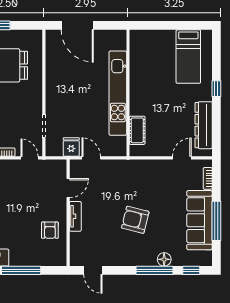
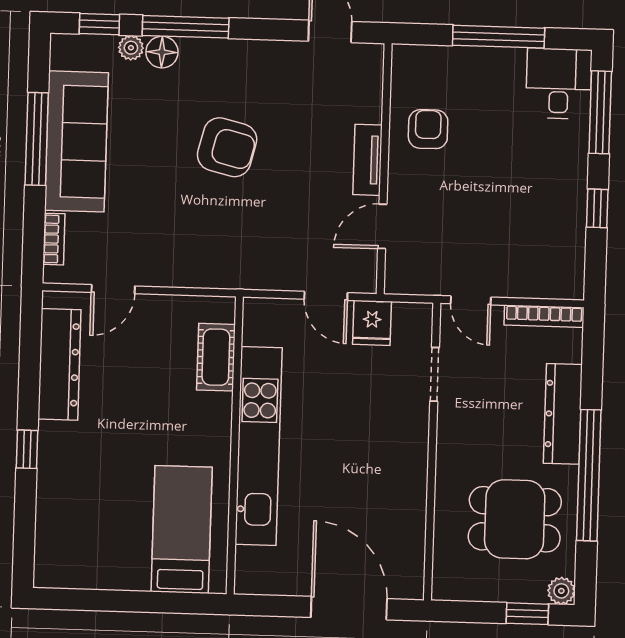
bed: (188, 57) -> (182, 530), moved
plant: (177, 261) -> (131, 48), added

